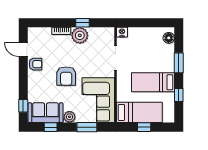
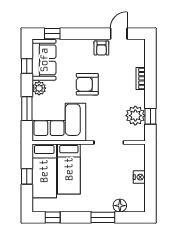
window: (82, 23) -> (150, 116), moved
nightstand: (122, 32) -> (139, 177), moved
plant: (80, 35) -> (135, 116), moved
floor lamp: (169, 38) -> (120, 206), moved
bed: (153, 82) -> (69, 169), moved, turned 180
window: (179, 95) -> (53, 217), moved

